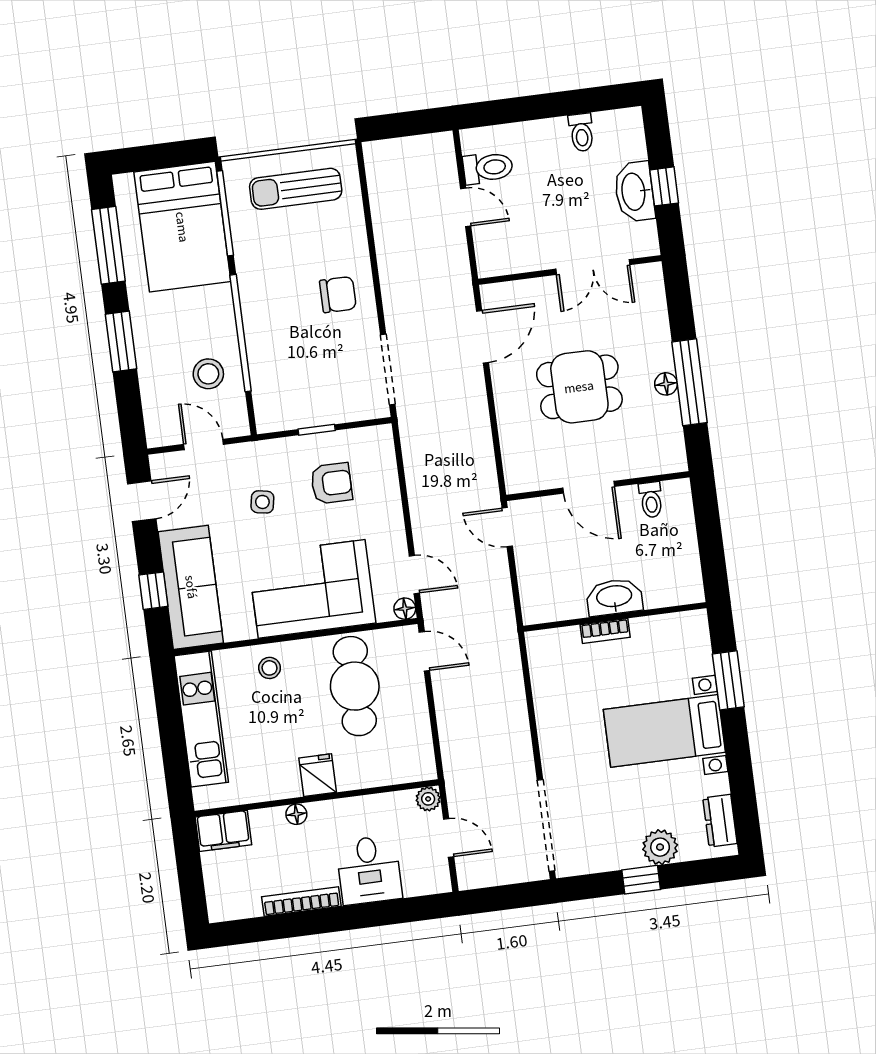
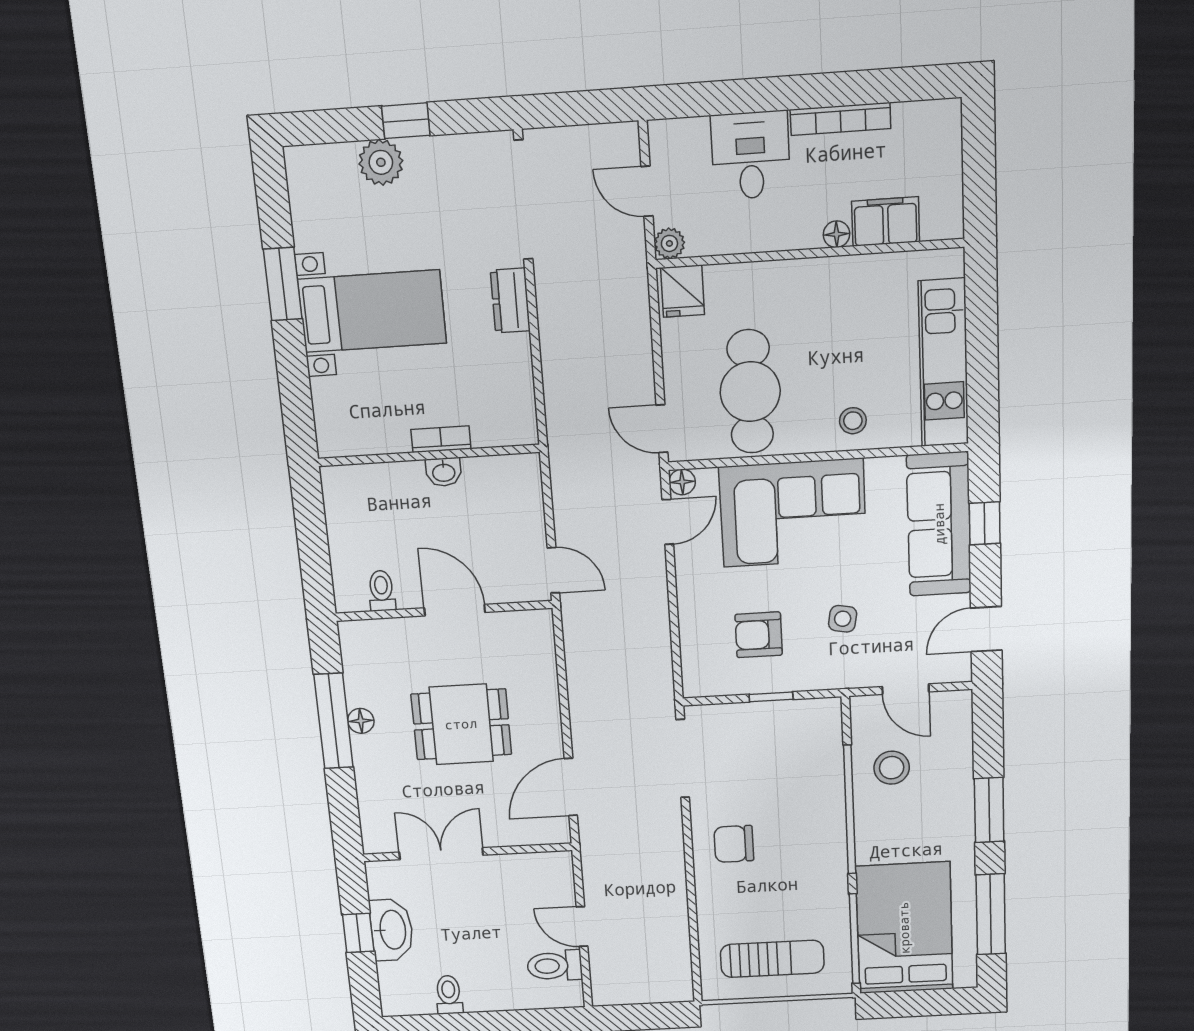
door: (414, 574) -> (668, 522), swing flipped
washbasin: (614, 597) -> (444, 472), width x0.52, depth x0.69
window: (728, 680) -> (283, 284), moved
fridge: (318, 775) -> (683, 291), moved
dresser: (720, 821) -> (510, 301), moved, turned 180
filing cabinet: (223, 831) -> (886, 222), moved

